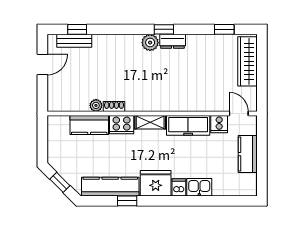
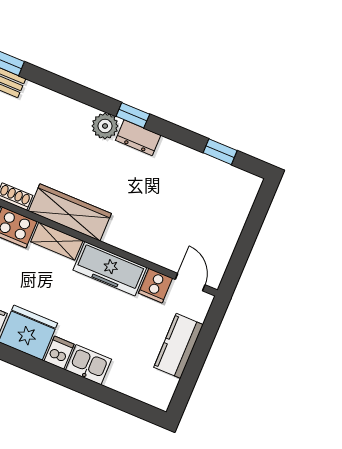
wardrobe: (247, 61) -> (70, 212), moved, turned 90

